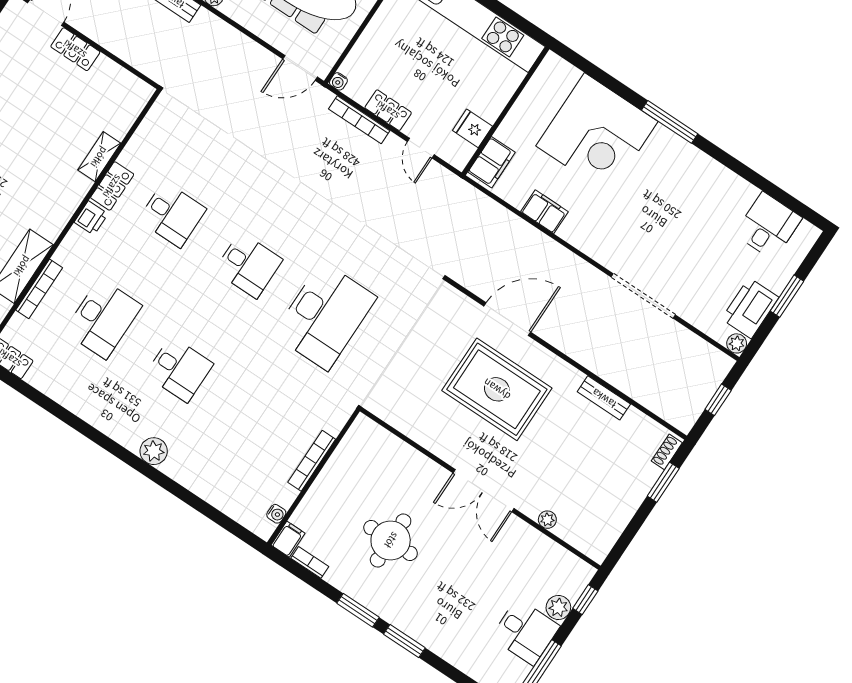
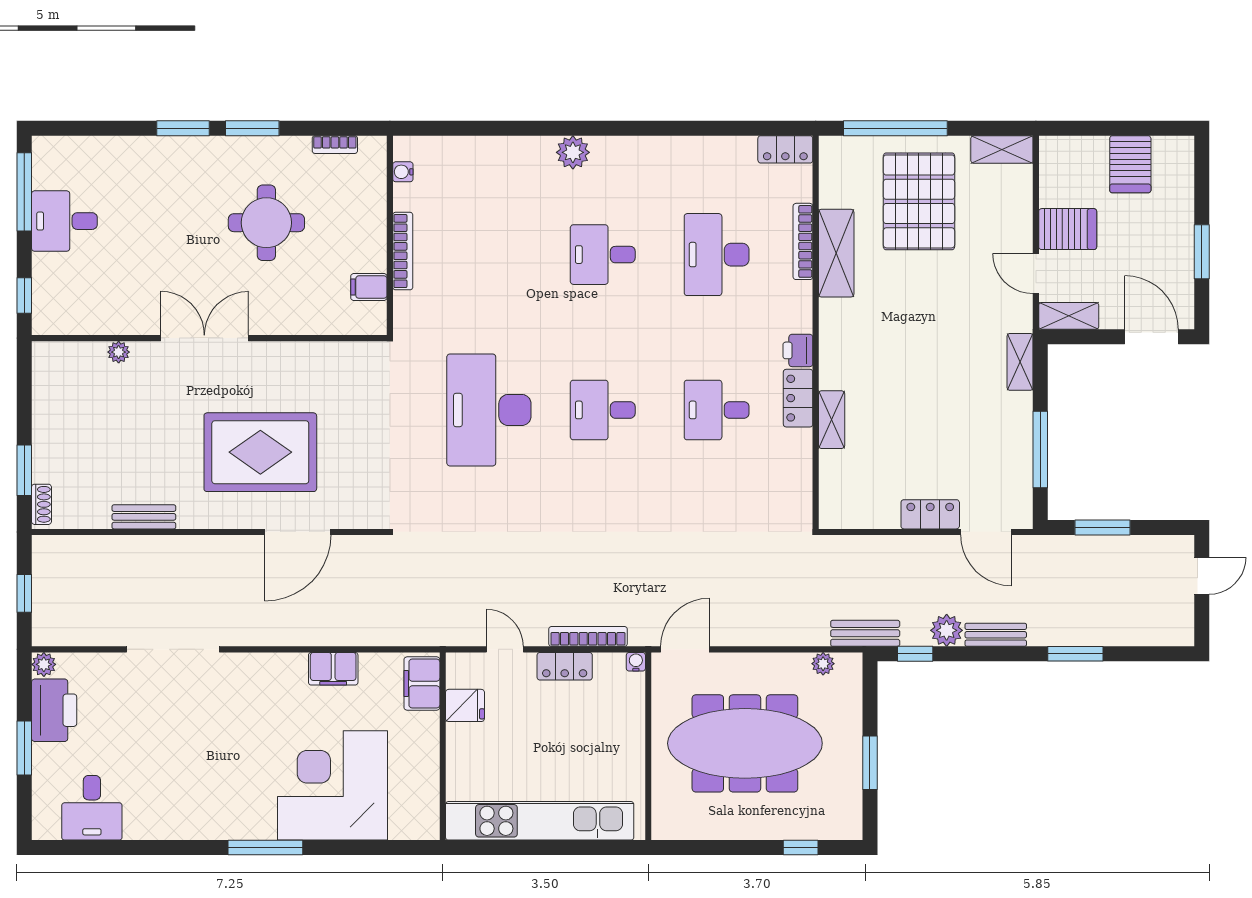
filing cabinet: (288, 539) -> (369, 287), moved, turned 90
plant: (558, 607) -> (47, 269), removed

